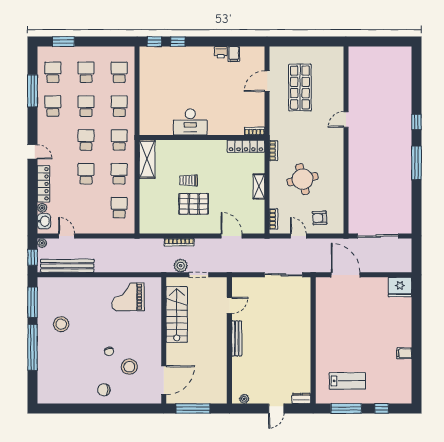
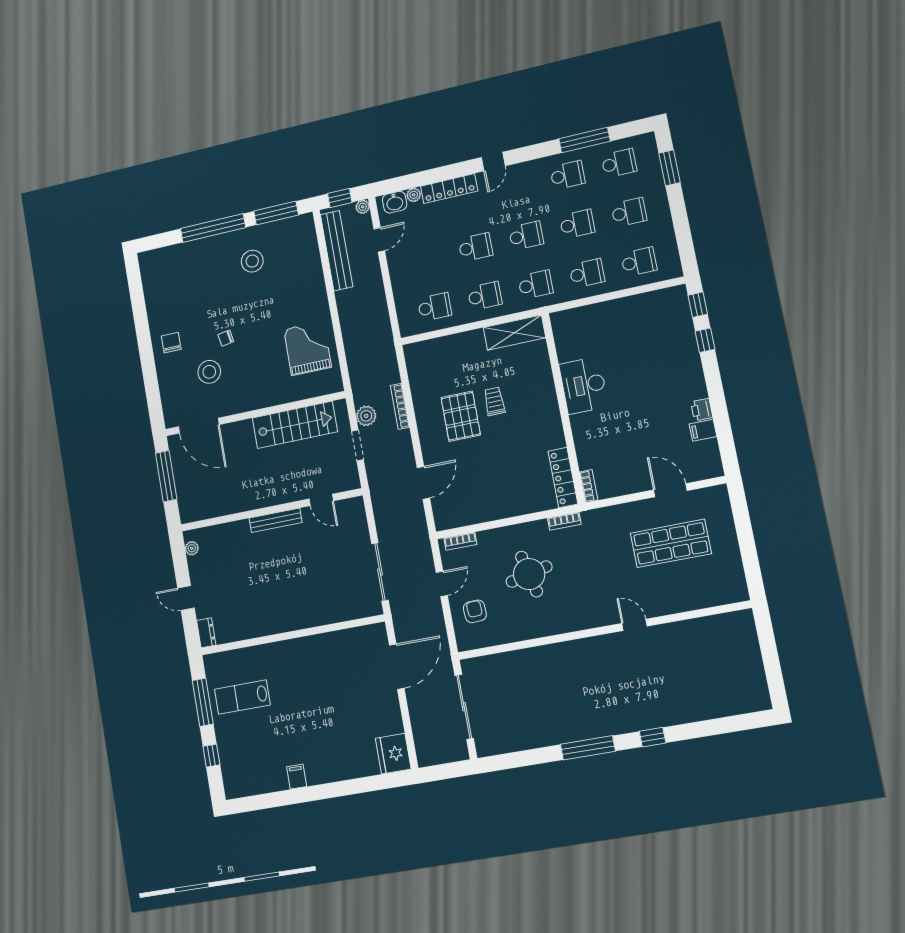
shelving: (259, 186) -> (505, 509), removed
lab bench: (347, 381) -> (242, 697), turned 90

